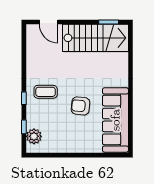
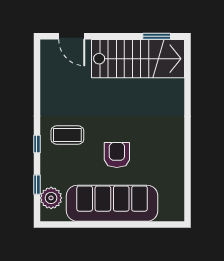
armchair: (81, 106) -> (117, 155), turned 84
sofa: (115, 120) -> (112, 203), moved, turned 90

